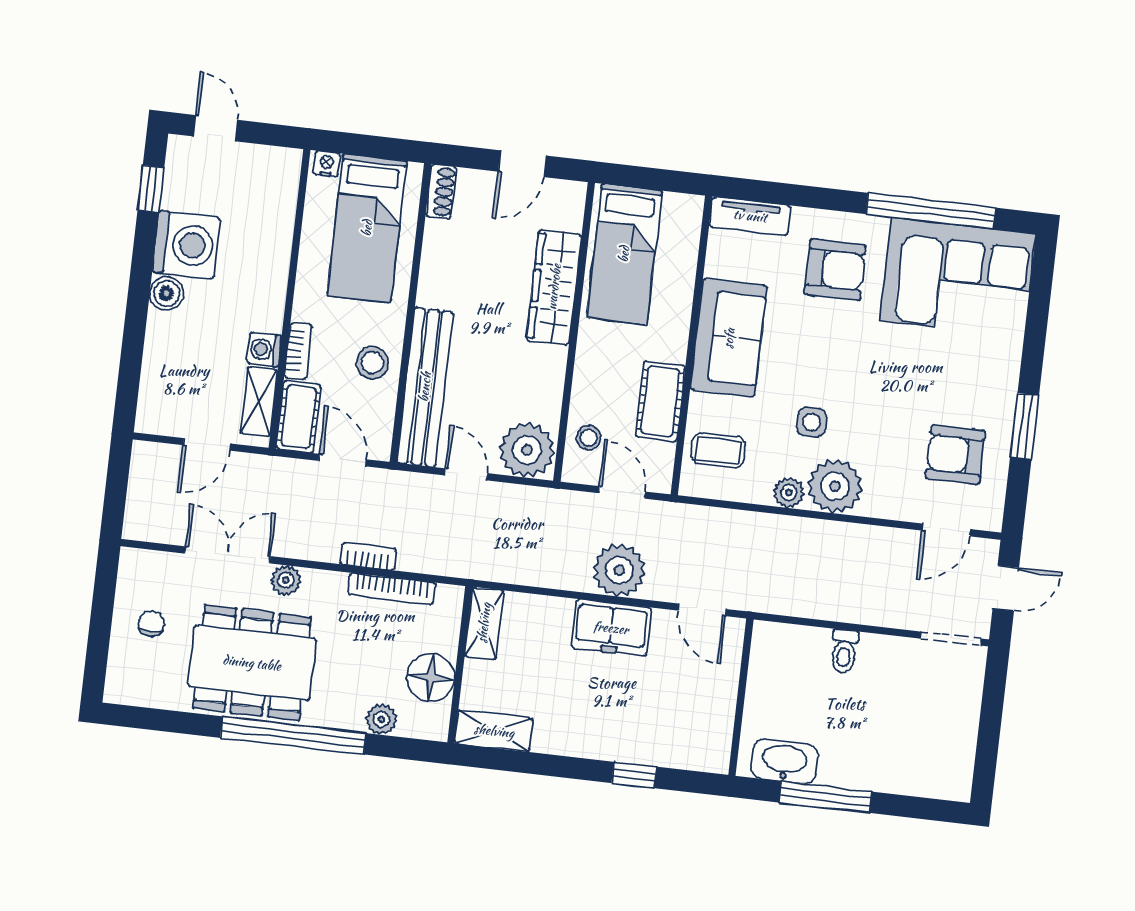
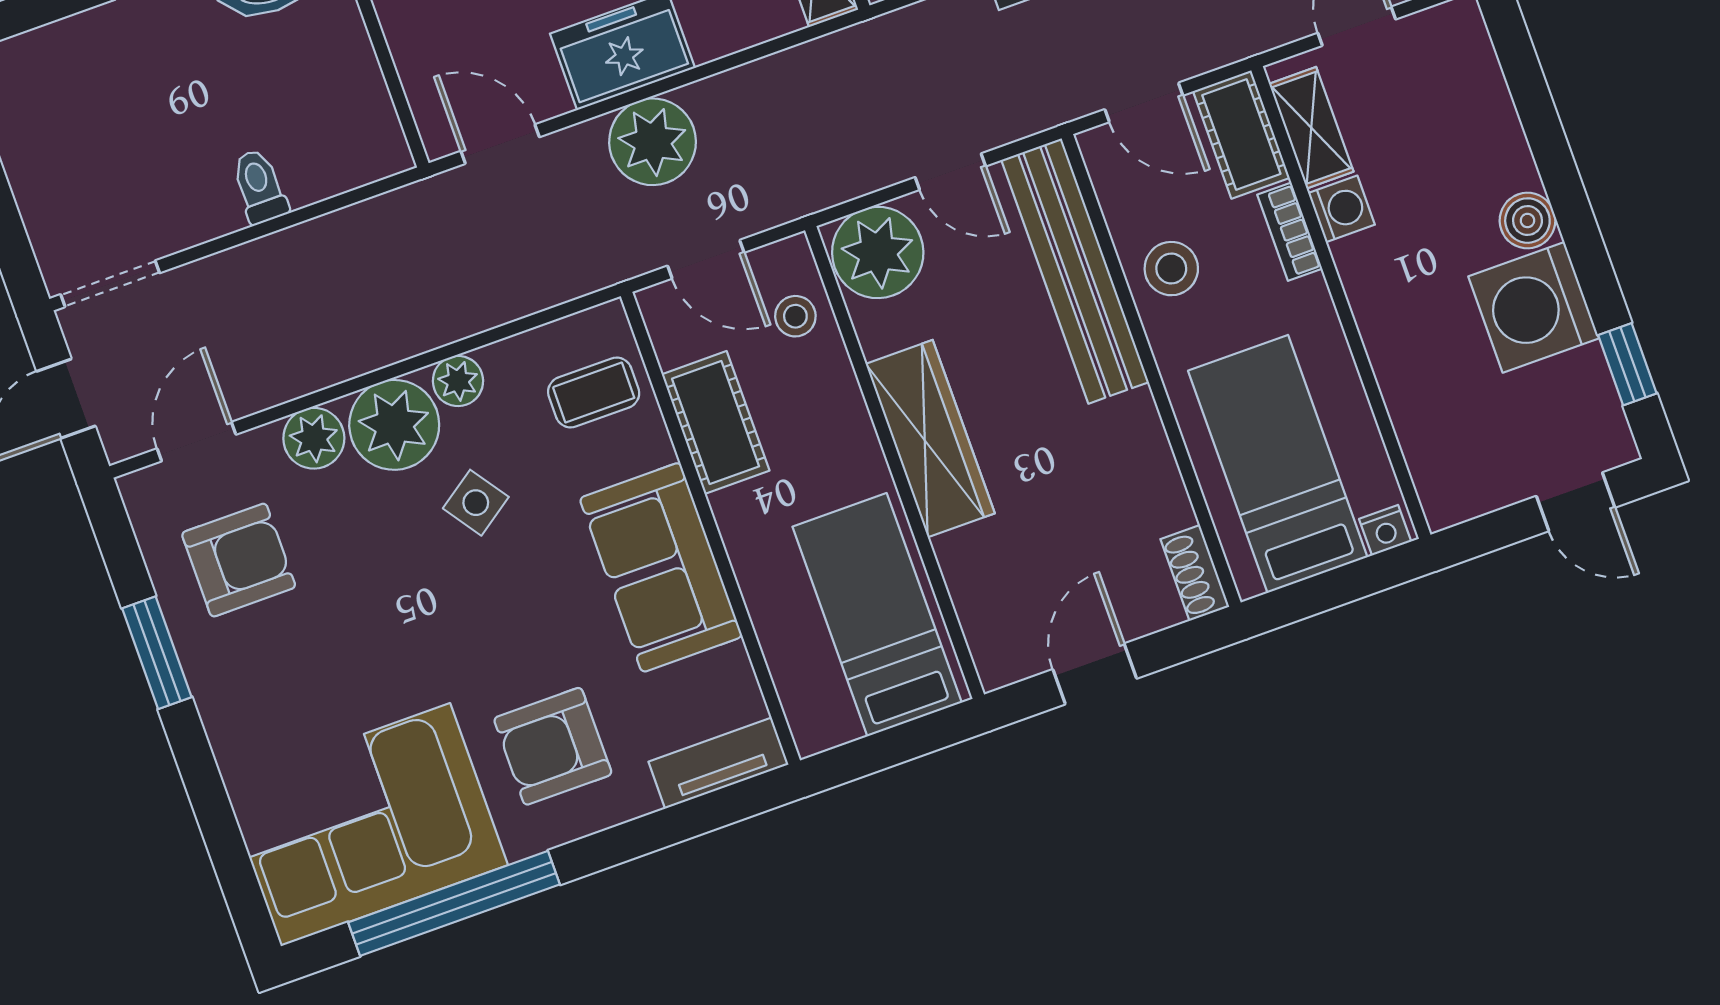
wardrobe: (554, 287) -> (930, 439), moved
side table: (812, 422) -> (476, 503), turned -35
plant: (882, 500) -> (314, 438), added

